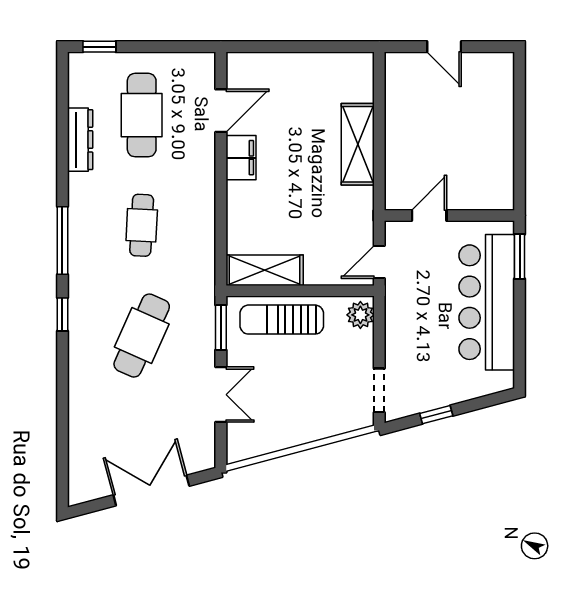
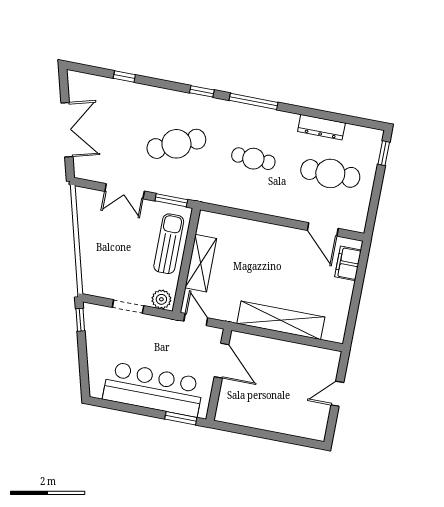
shelving: (358, 144) -> (281, 320), width x1.47
filing cabinet: (241, 158) -> (348, 263), moved, turned 90
door: (429, 215) -> (222, 361), width x1.38
shelving: (265, 270) -> (201, 263), moved
cafe table: (142, 336) -> (176, 144), turned -48
doorway: (379, 390) -> (128, 307), moved
window: (436, 415) -> (80, 320), moved
window: (62, 425) -> (124, 76), added

